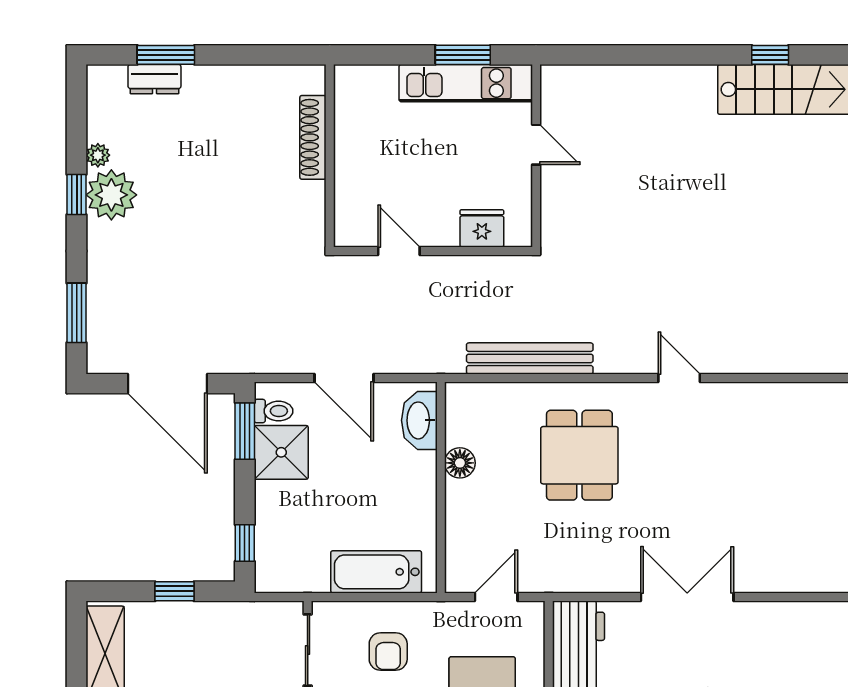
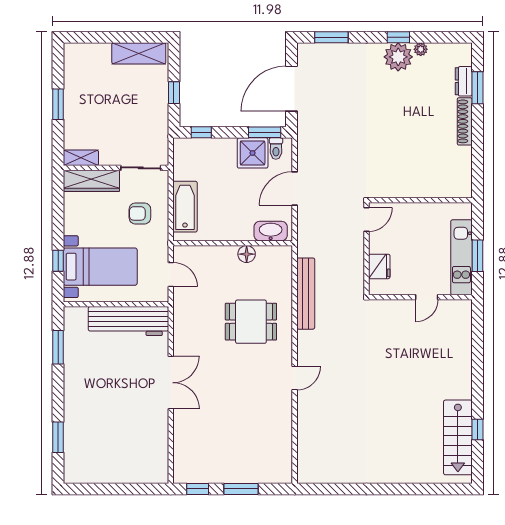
shoe rack: (313, 137) -> (465, 121), moved, turned -90
wall: (330, 156) -> (420, 200), moved

